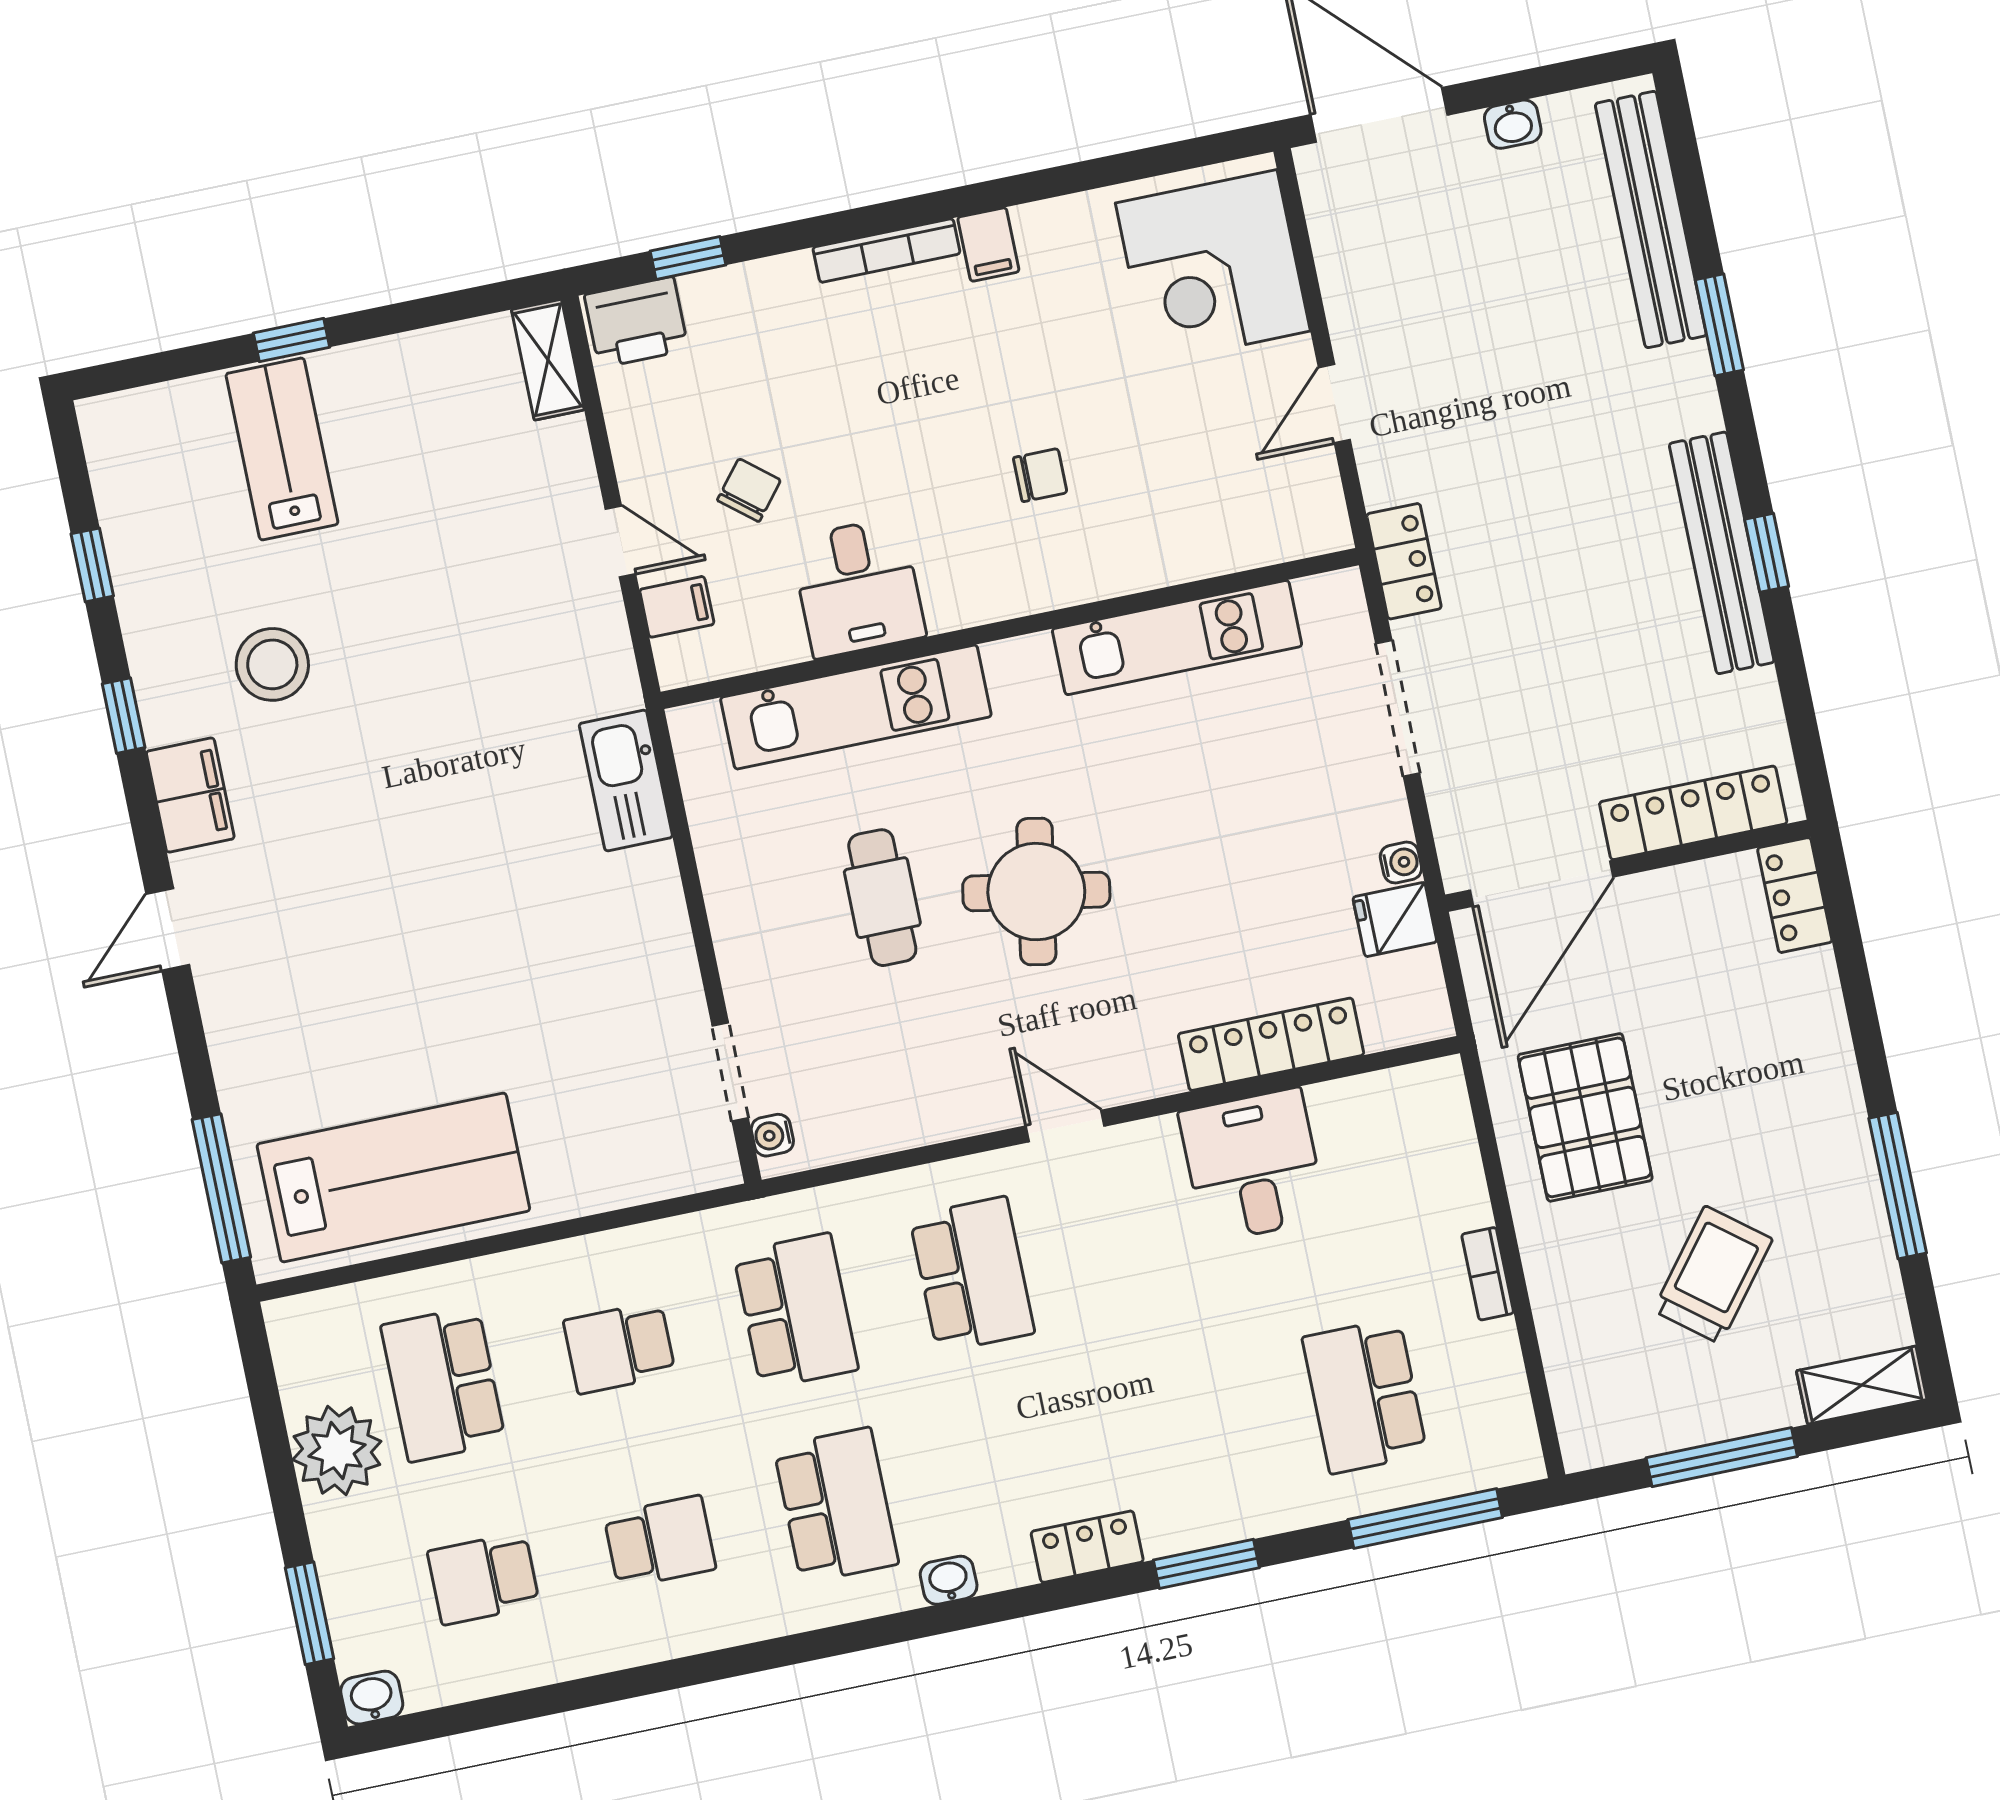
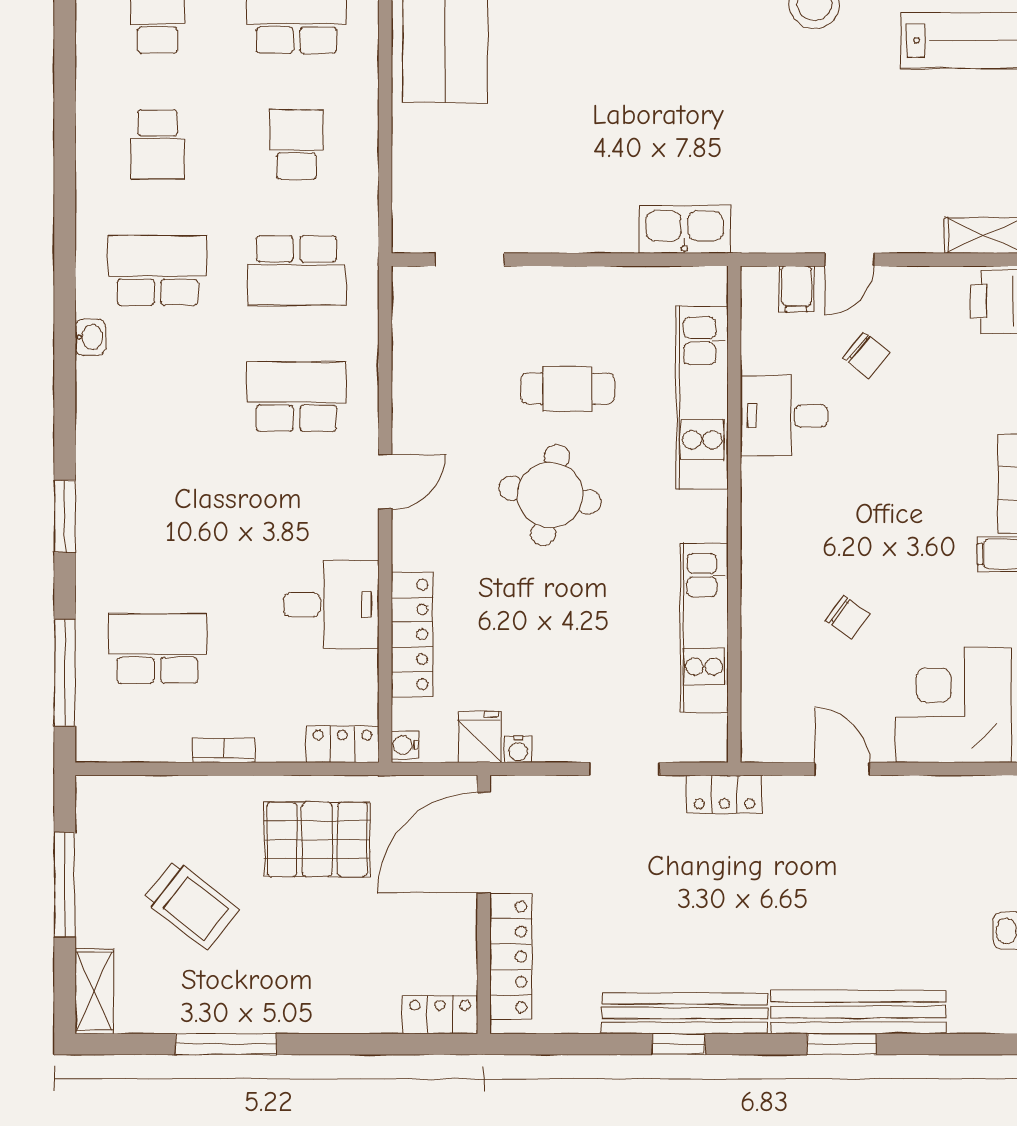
bench: (1651, 219) -> (858, 1012), moved
chair: (1040, 475) -> (847, 617), moved, turned -54
doorway: (1398, 708) -> (624, 769), width x0.73
door: (1542, 884) -> (484, 843), hinge flipped
water cooler: (772, 1135) -> (405, 745), moved, turned -90
school desk: (972, 1275) -> (296, 397), turned 180
school desk: (836, 1505) -> (157, 271), turned 180
locker: (1087, 1547) -> (342, 744), moved, turned -90

